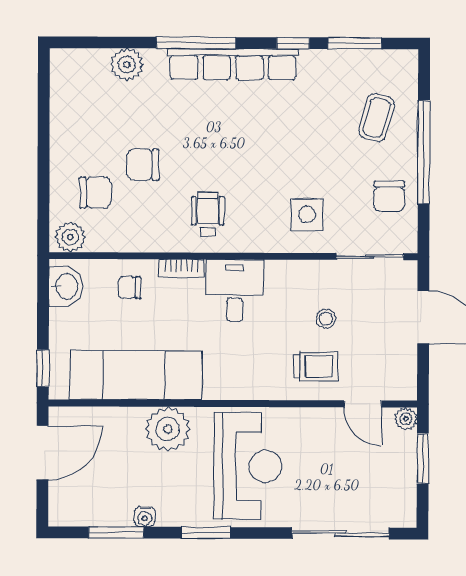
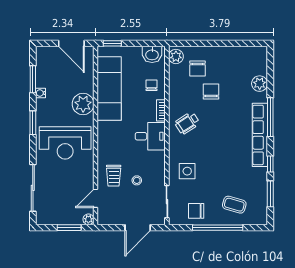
wheelchair: (208, 214) -> (187, 123), turned 147

